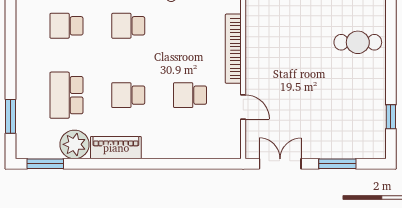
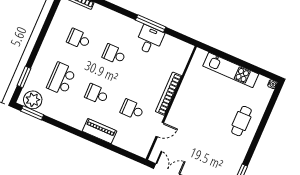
cafe table: (358, 42) -> (241, 121), turned 90
door: (243, 107) -> (160, 130), hinge flipped
plant: (74, 144) -> (33, 100), moved
piano: (116, 148) -> (100, 131), moved

